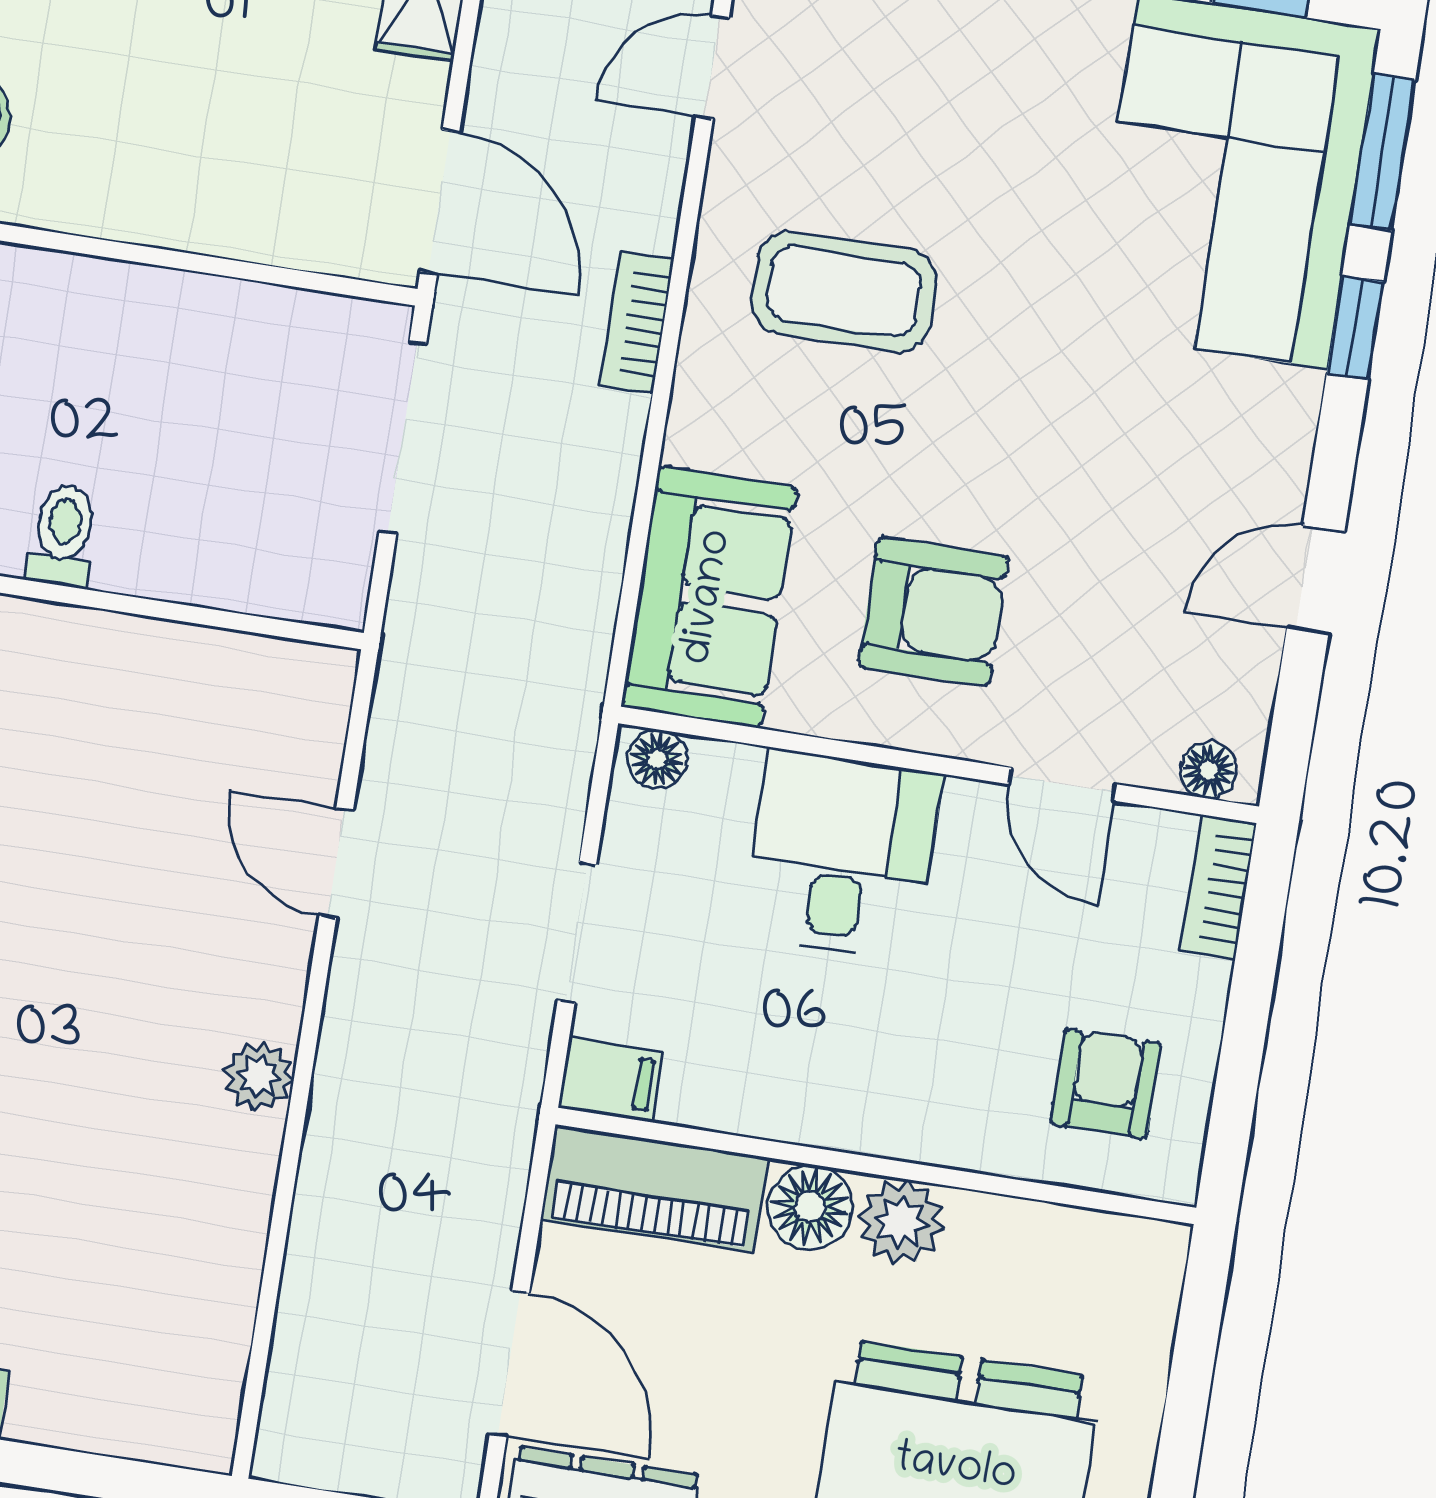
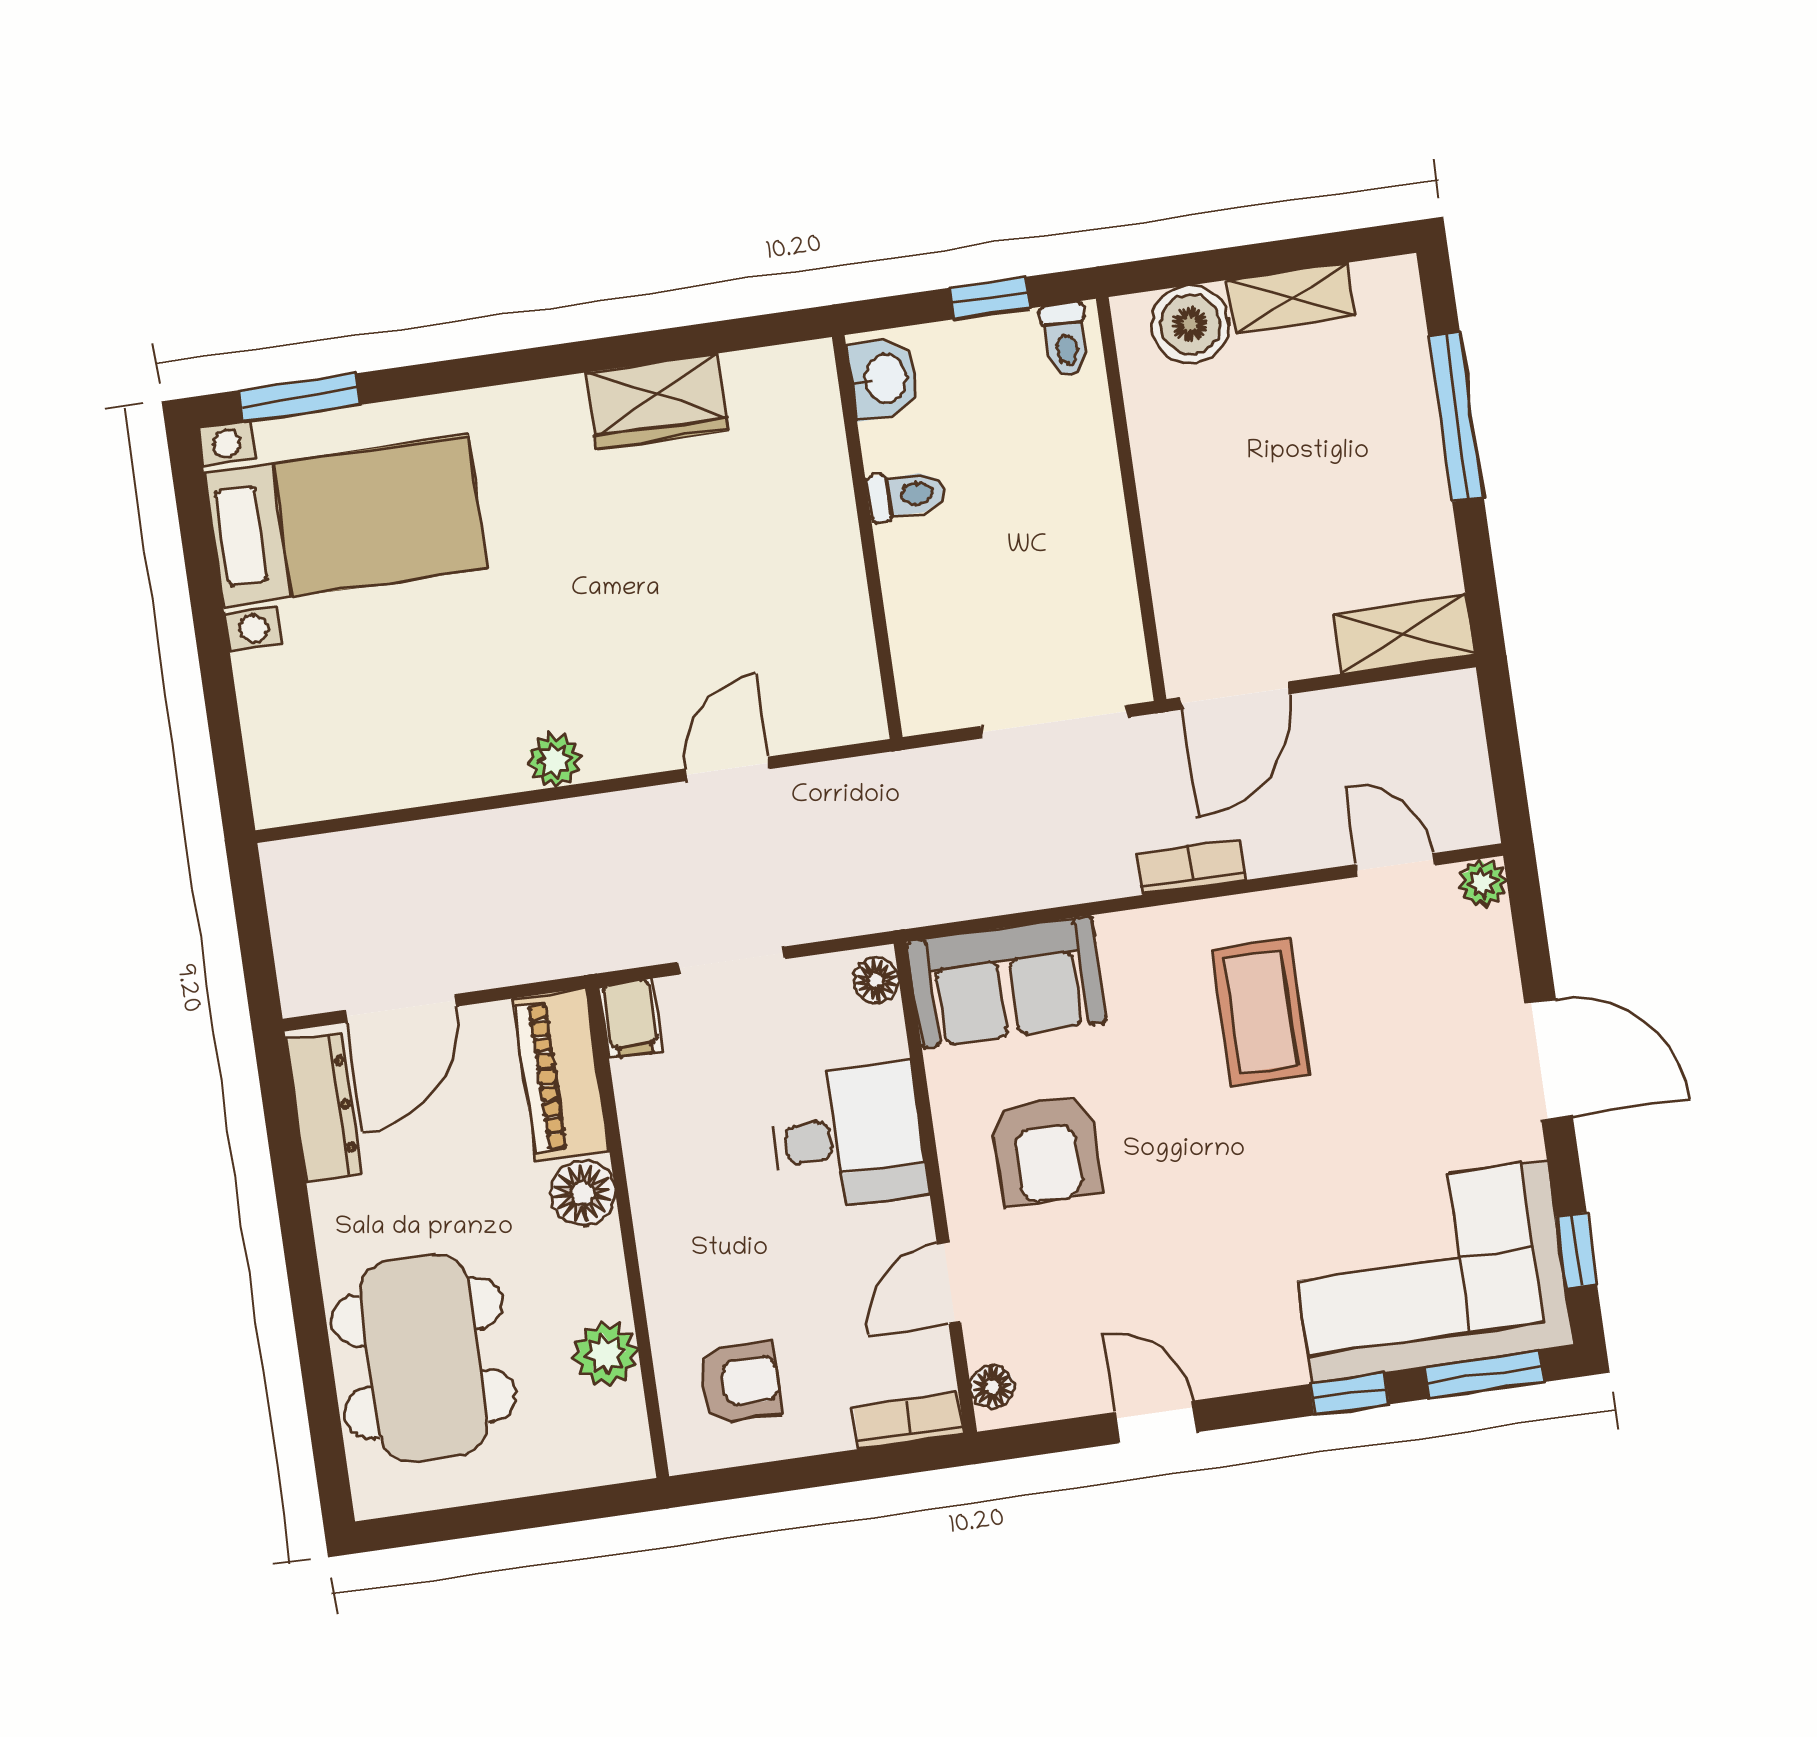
plant: (901, 1222) -> (605, 1354), moved

